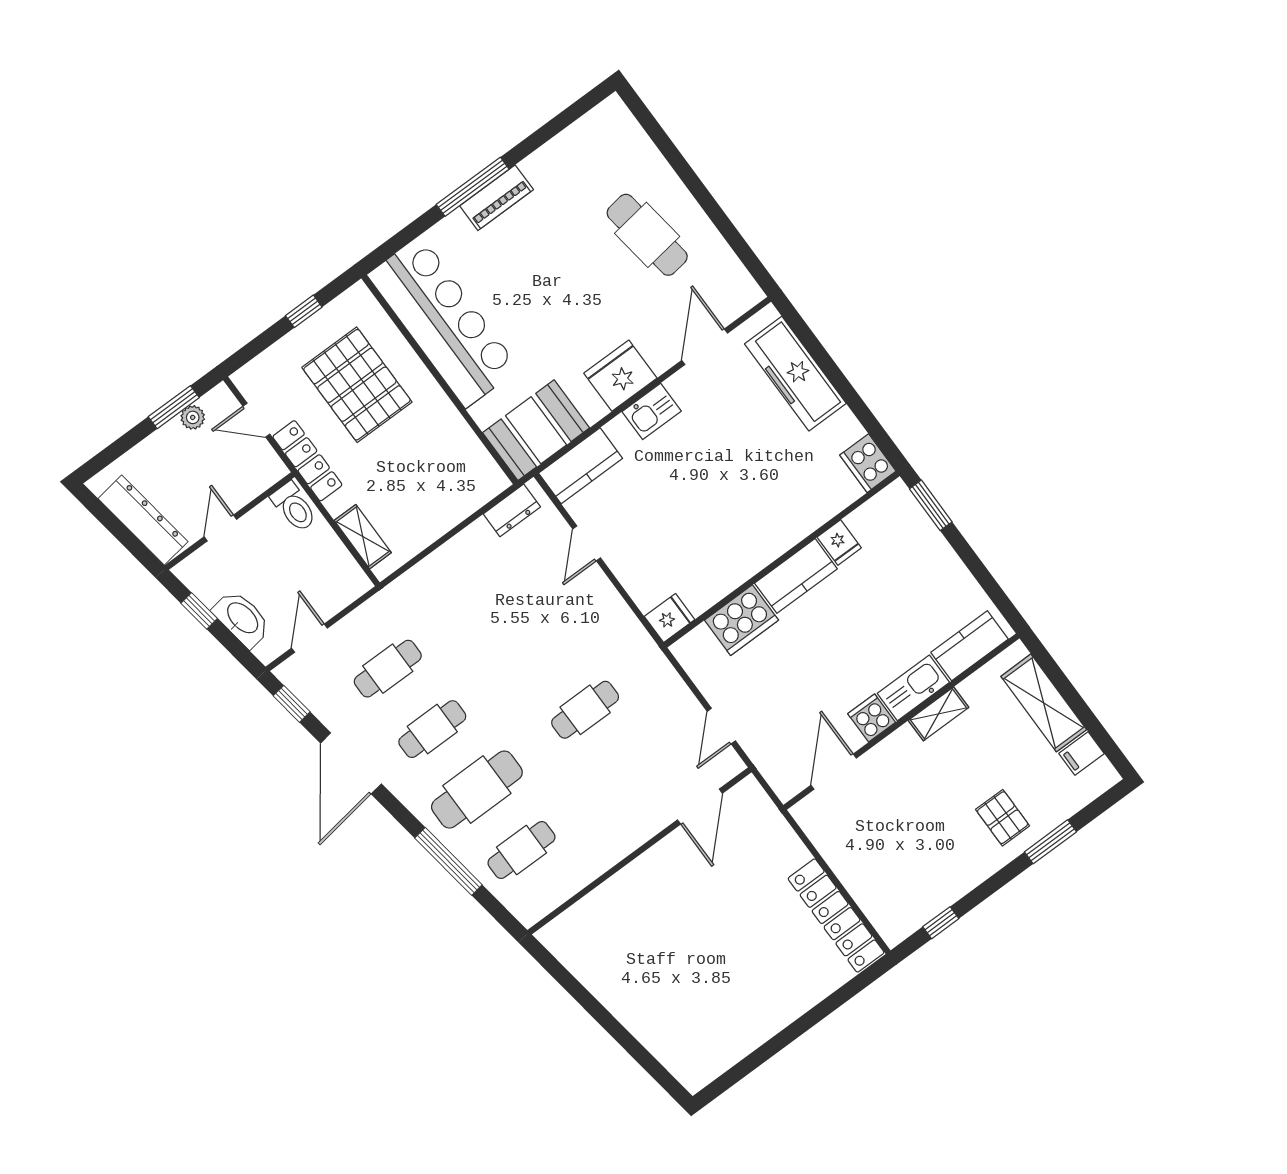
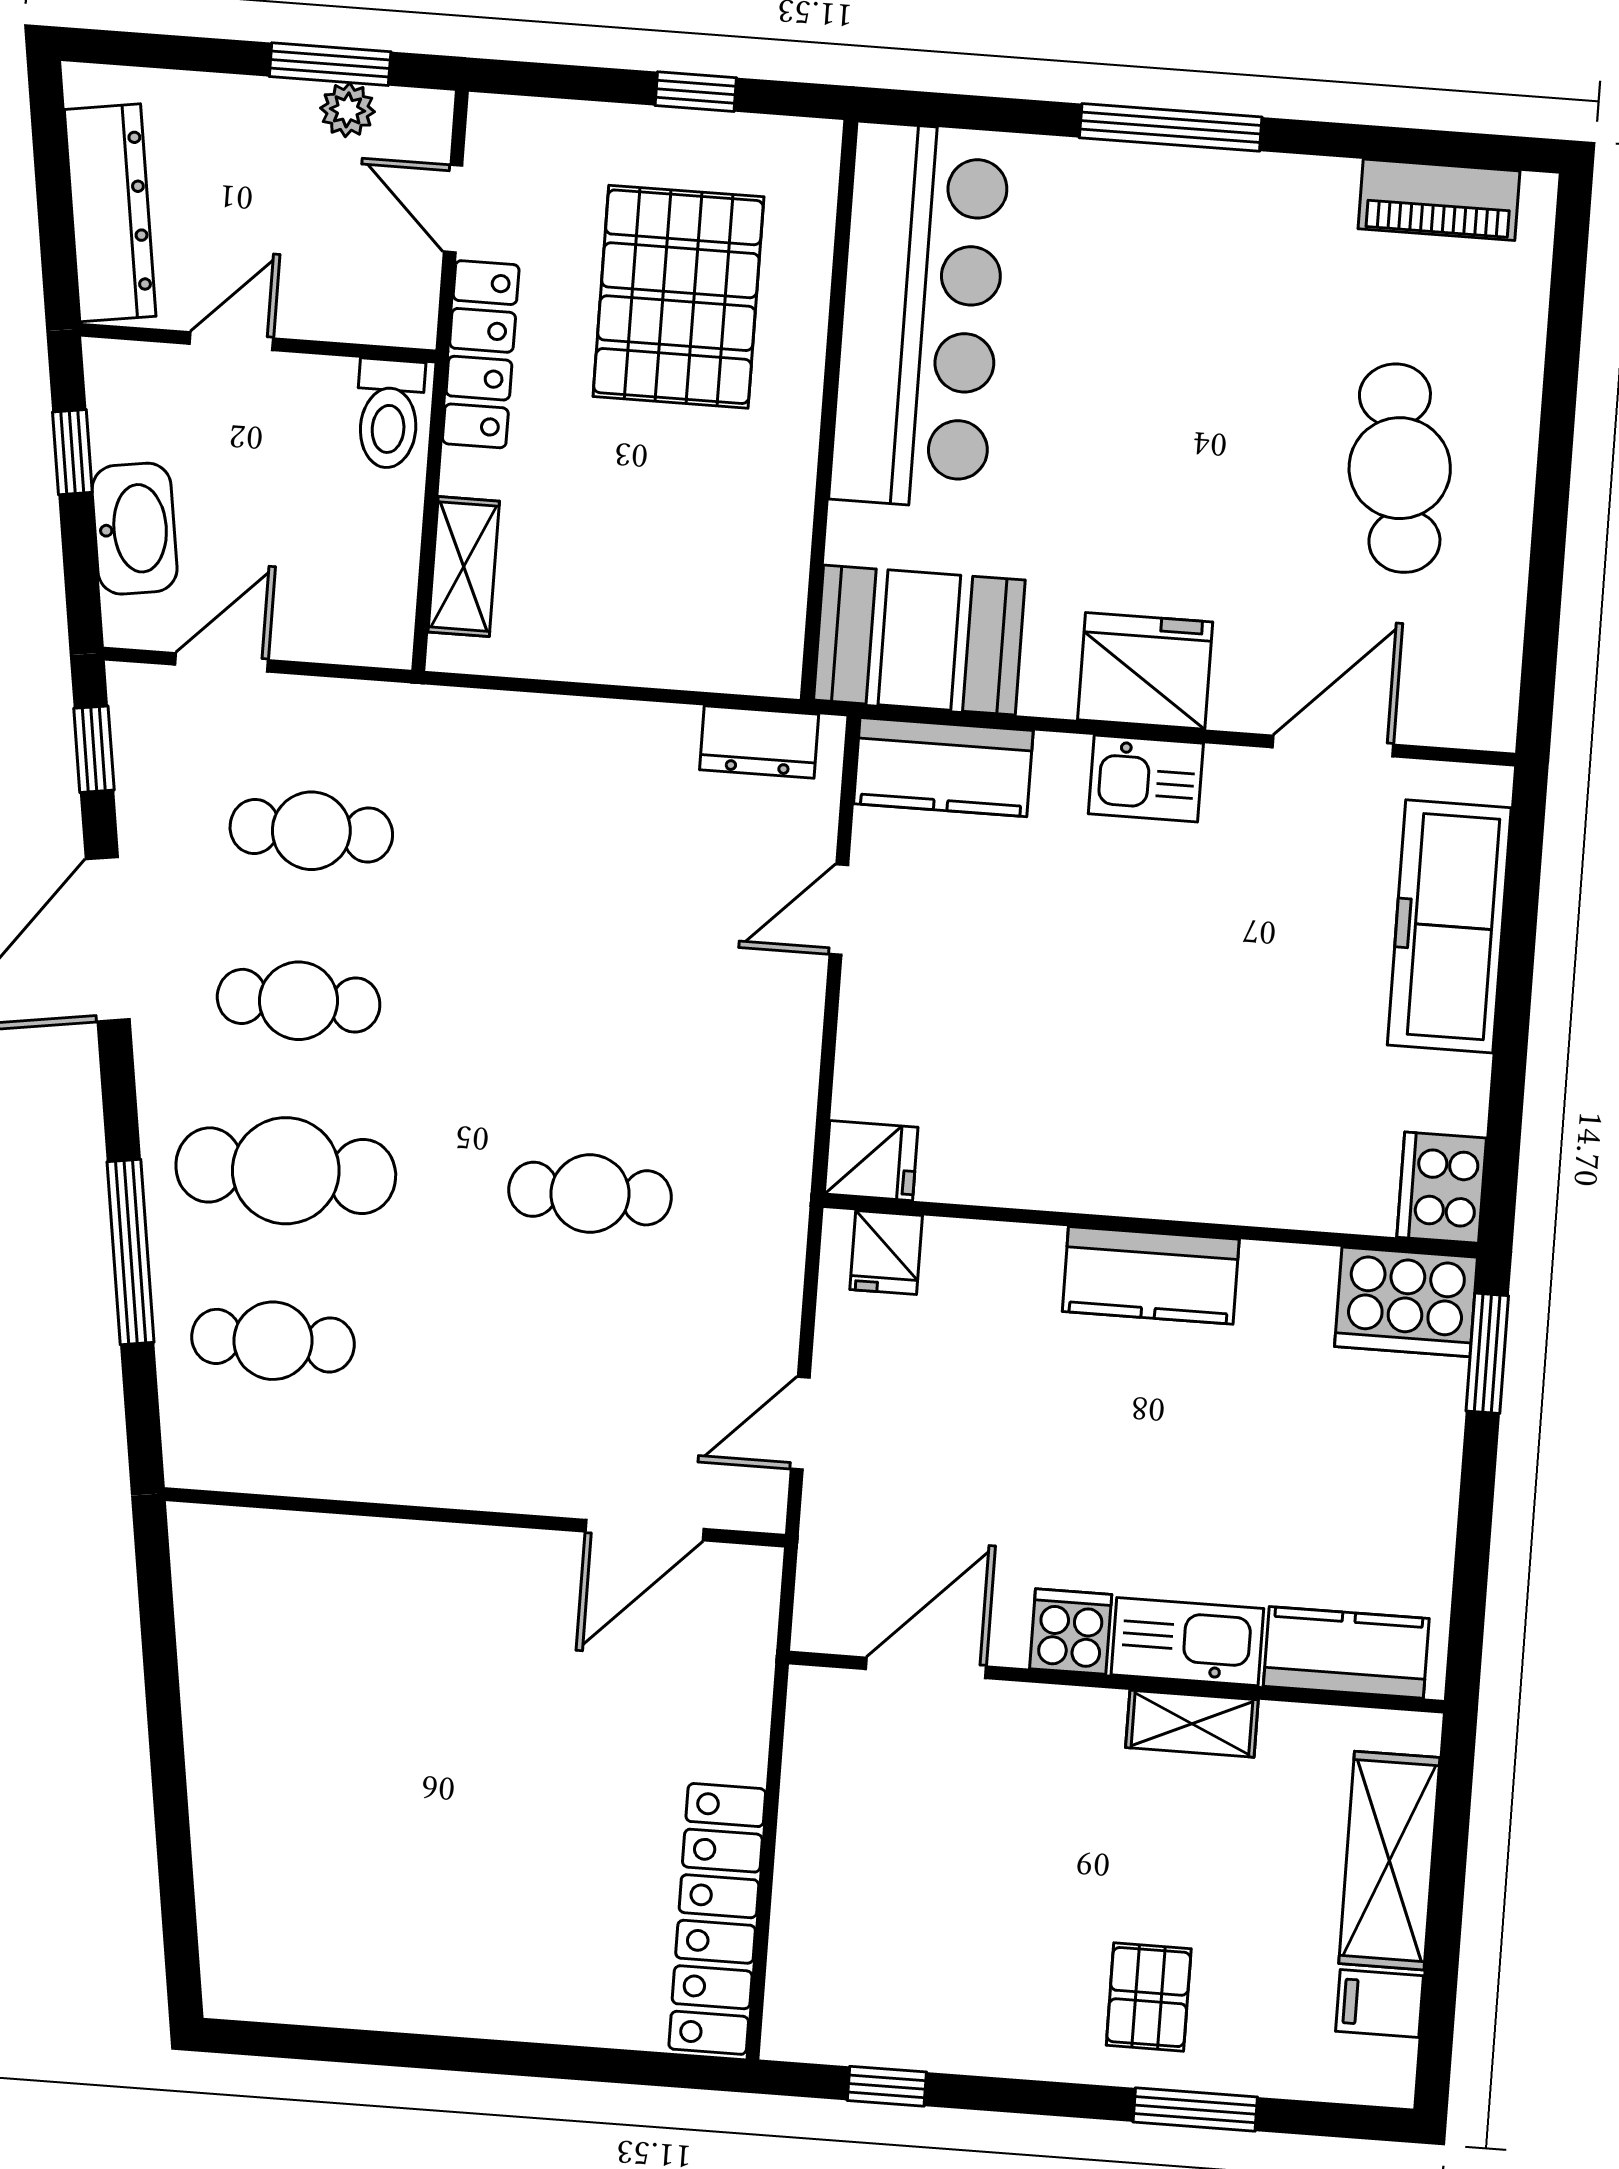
piano: (497, 198) -> (1439, 200), moved
fridge: (839, 542) -> (886, 1252), moved
cooker: (741, 620) -> (1406, 1302), moved

